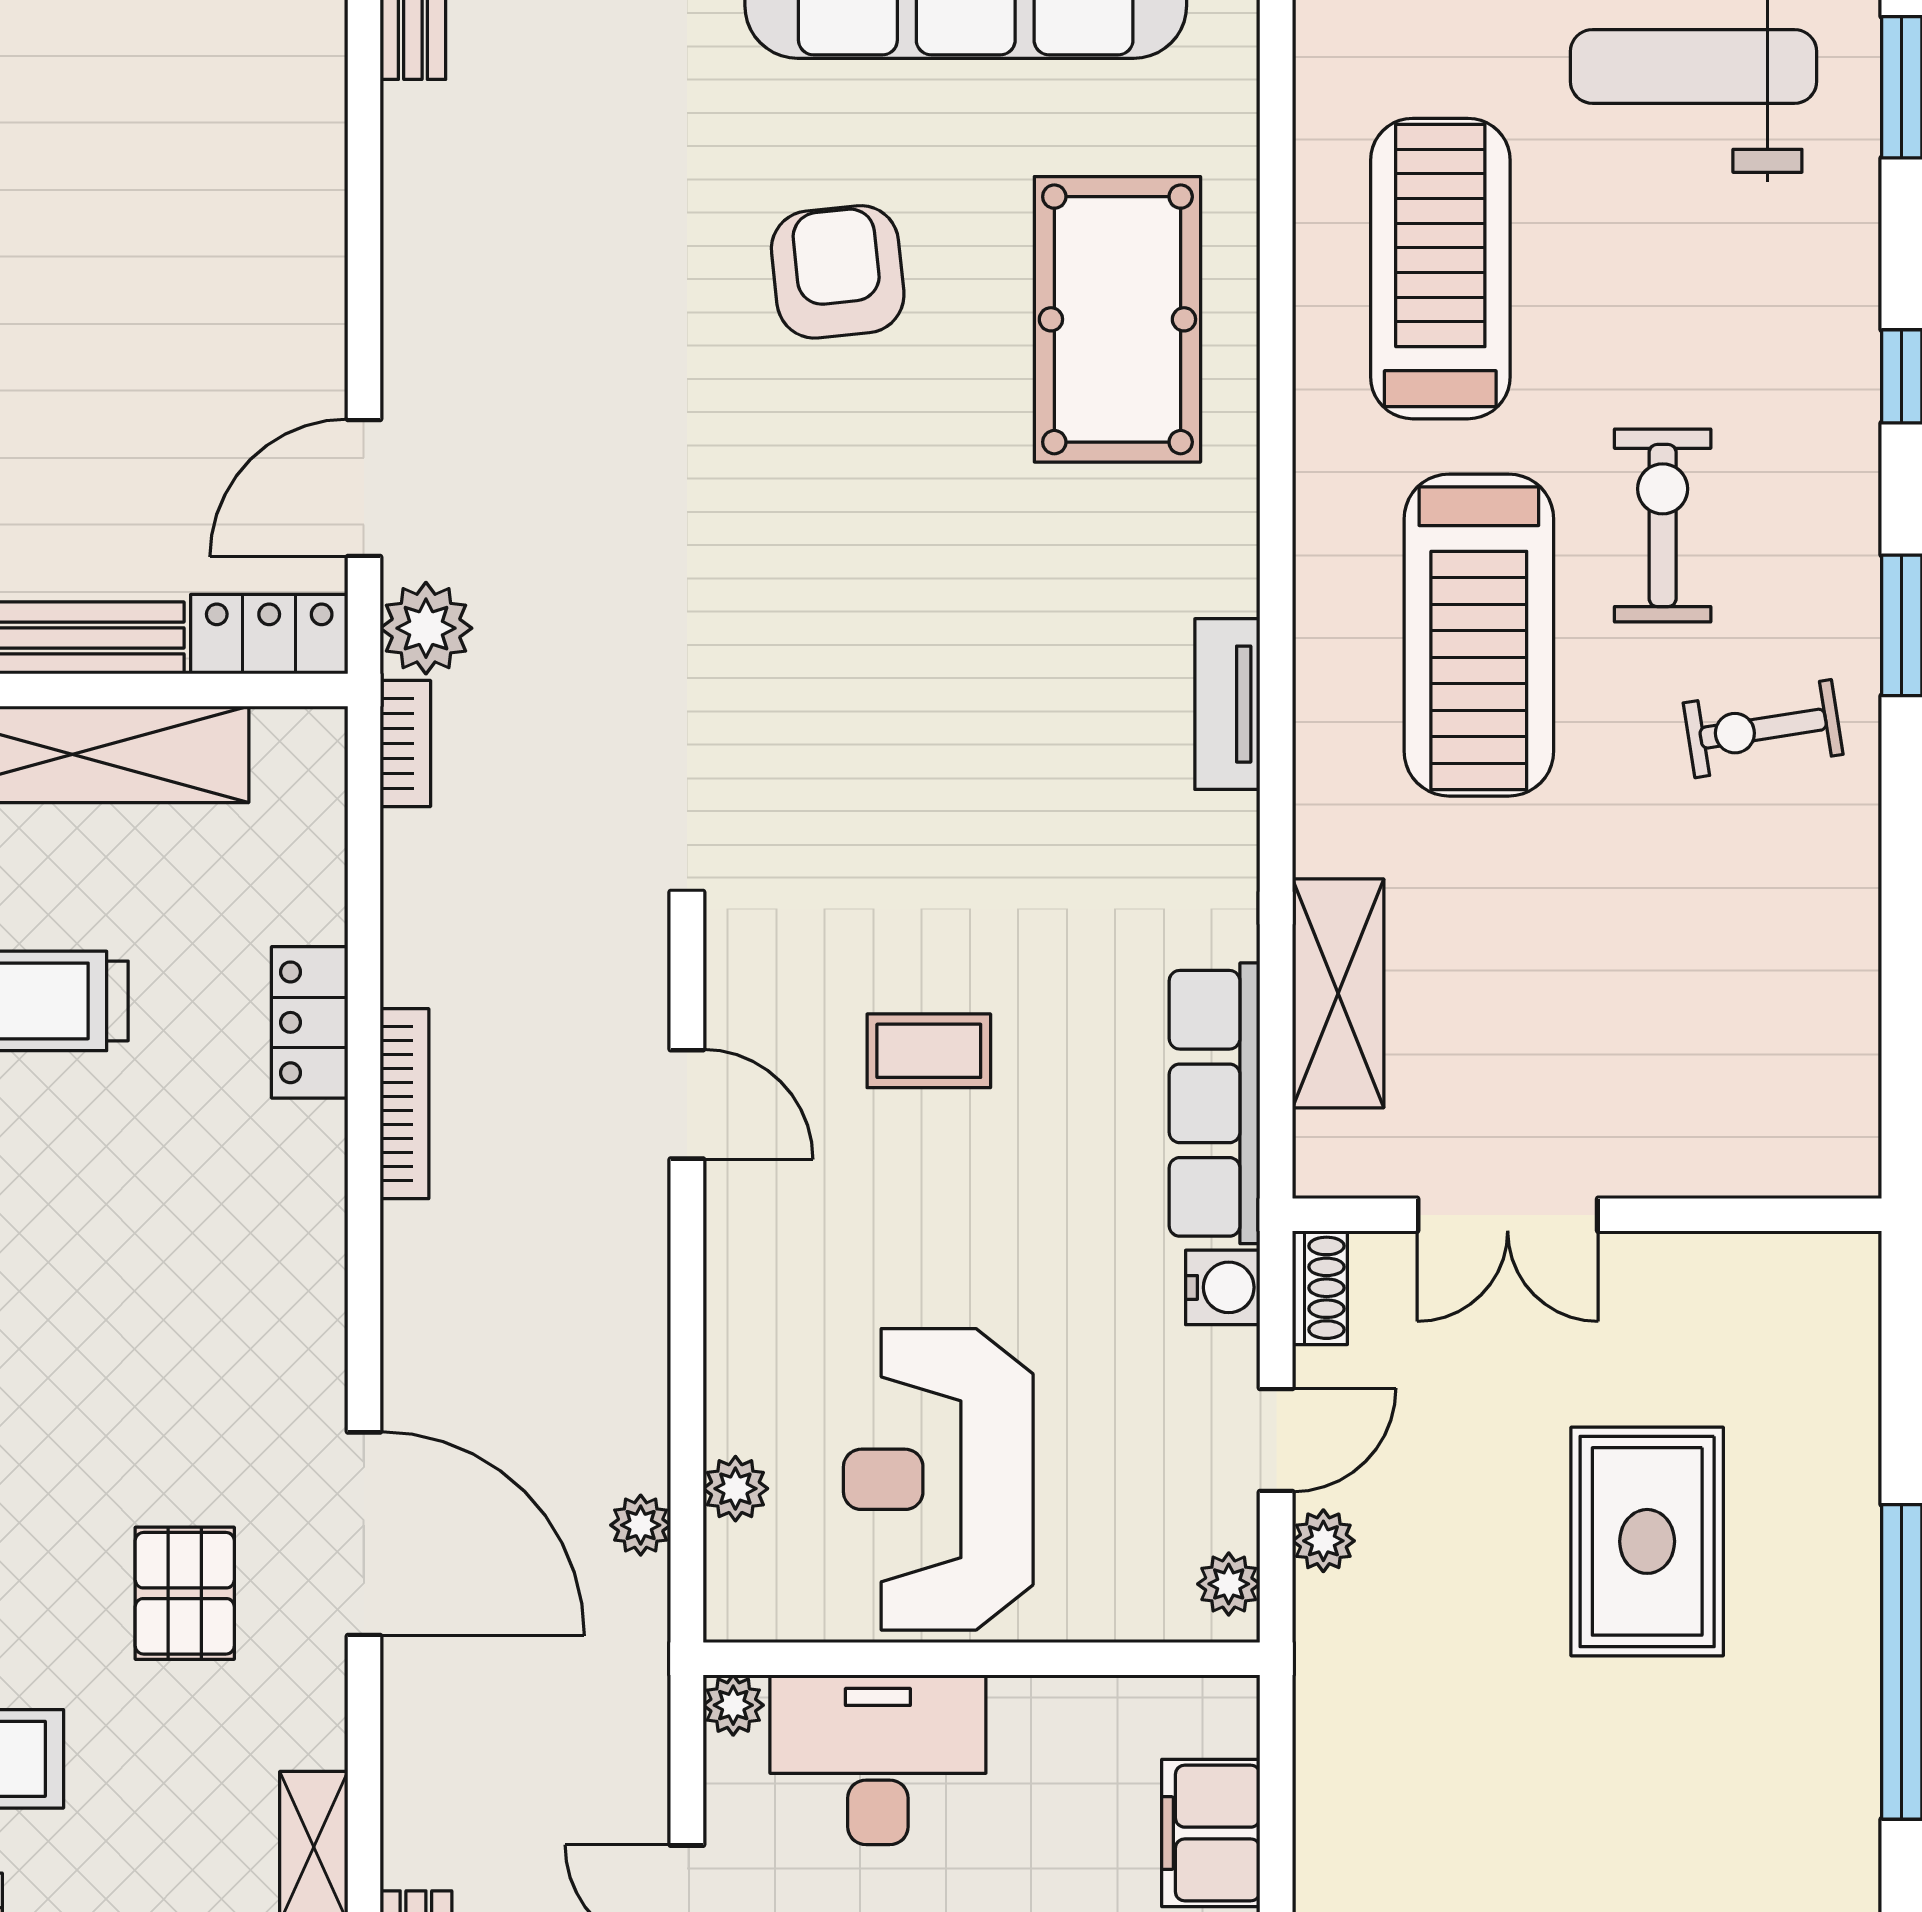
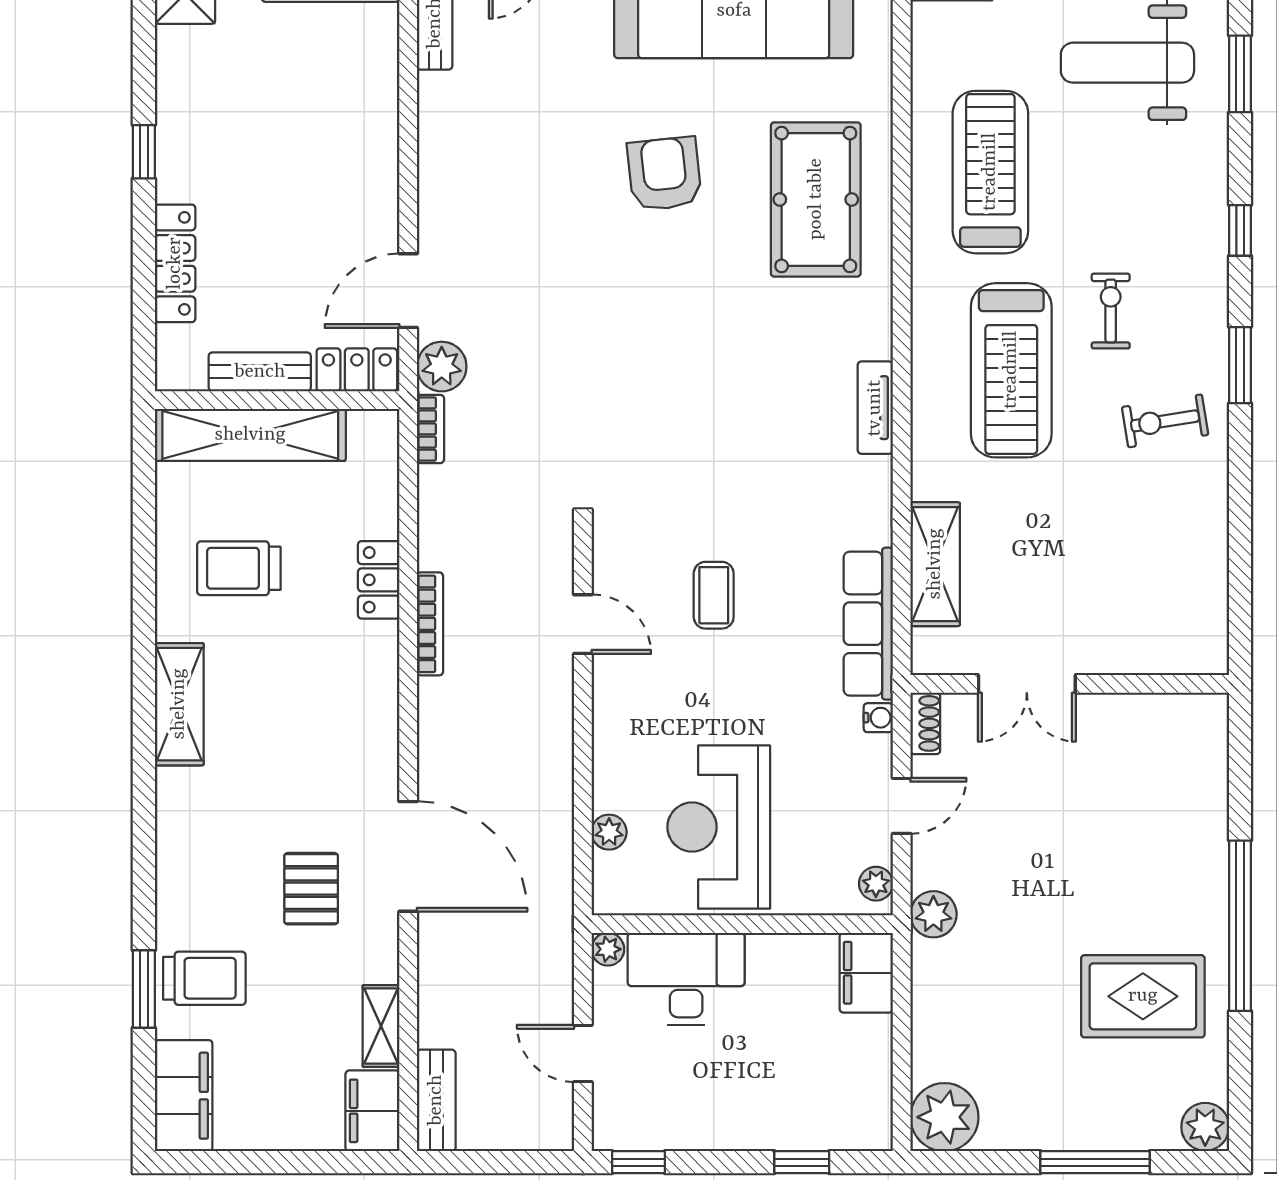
exercise bike: (1663, 526) -> (1111, 311), width x0.73, depth x0.72
coffee table: (929, 1051) -> (714, 595), turned 90
water cooler: (1223, 1287) -> (878, 718), width x0.72, depth x0.72
plant: (641, 1525) -> (558, 852), removed
plant: (1323, 1541) -> (933, 914), moved, width x1.38, depth x1.38
rug: (1647, 1541) -> (1143, 996), moved, turned 90
filing cabinet: (1211, 1833) -> (866, 973), moved

